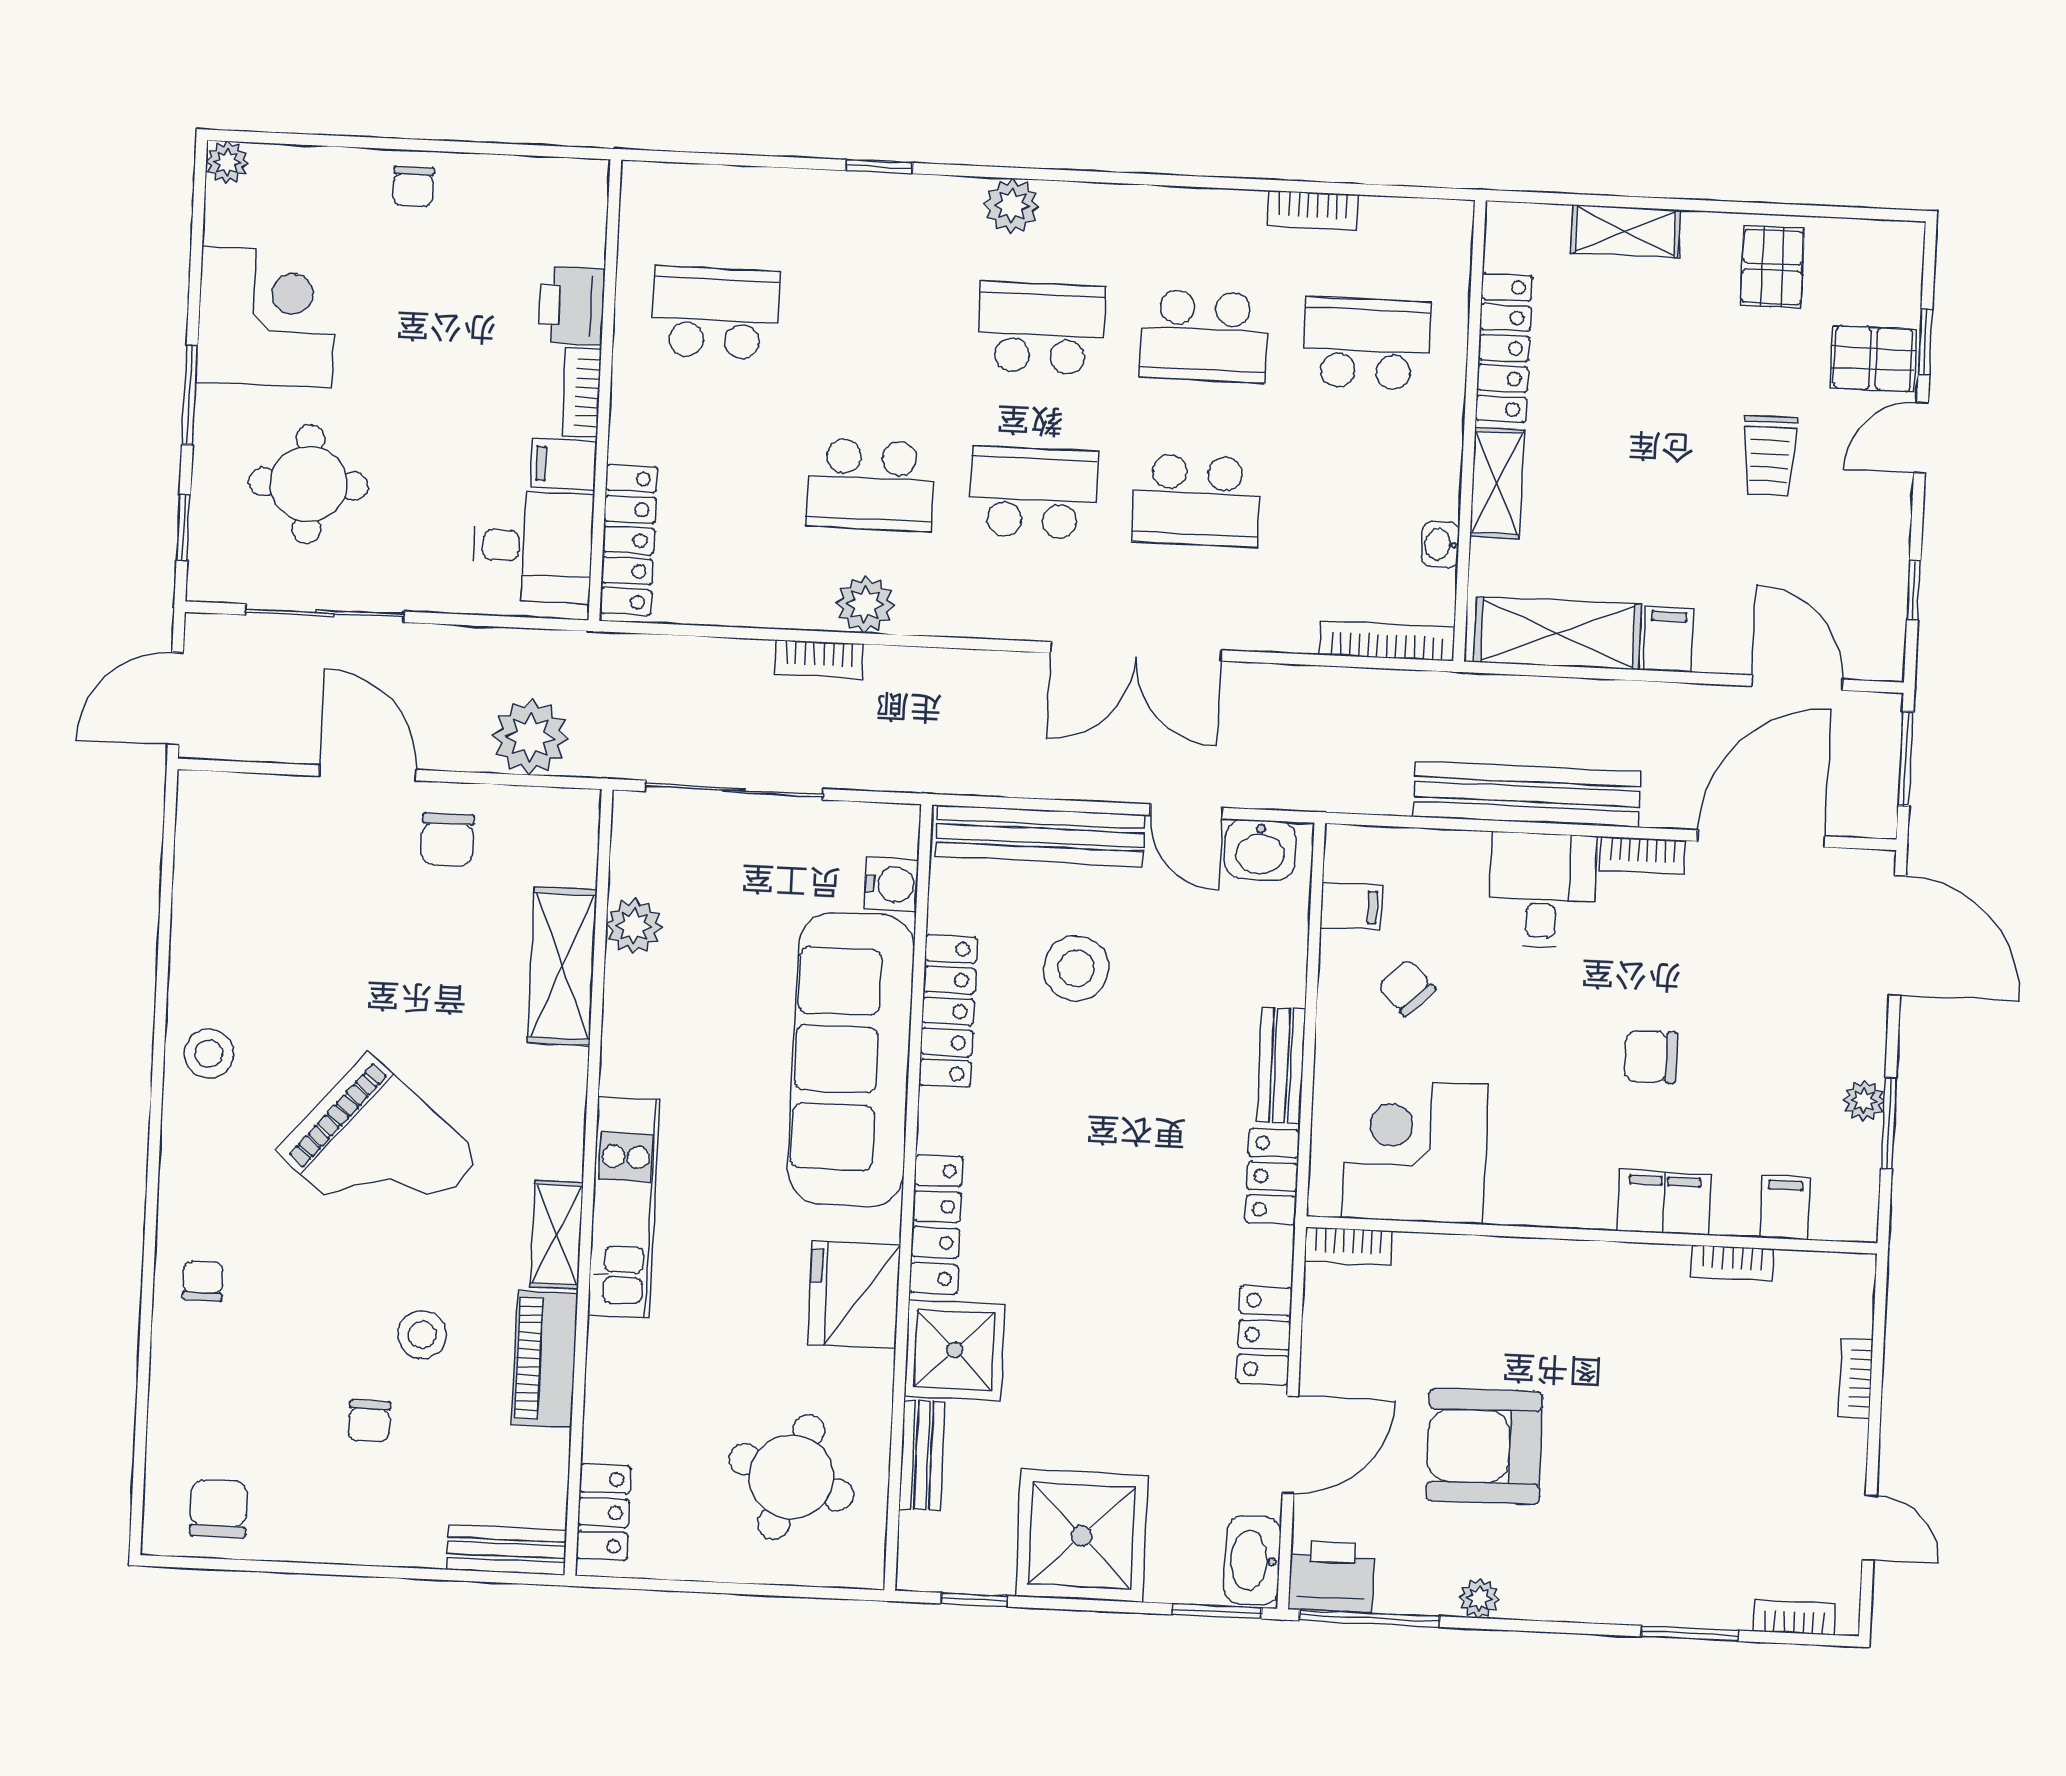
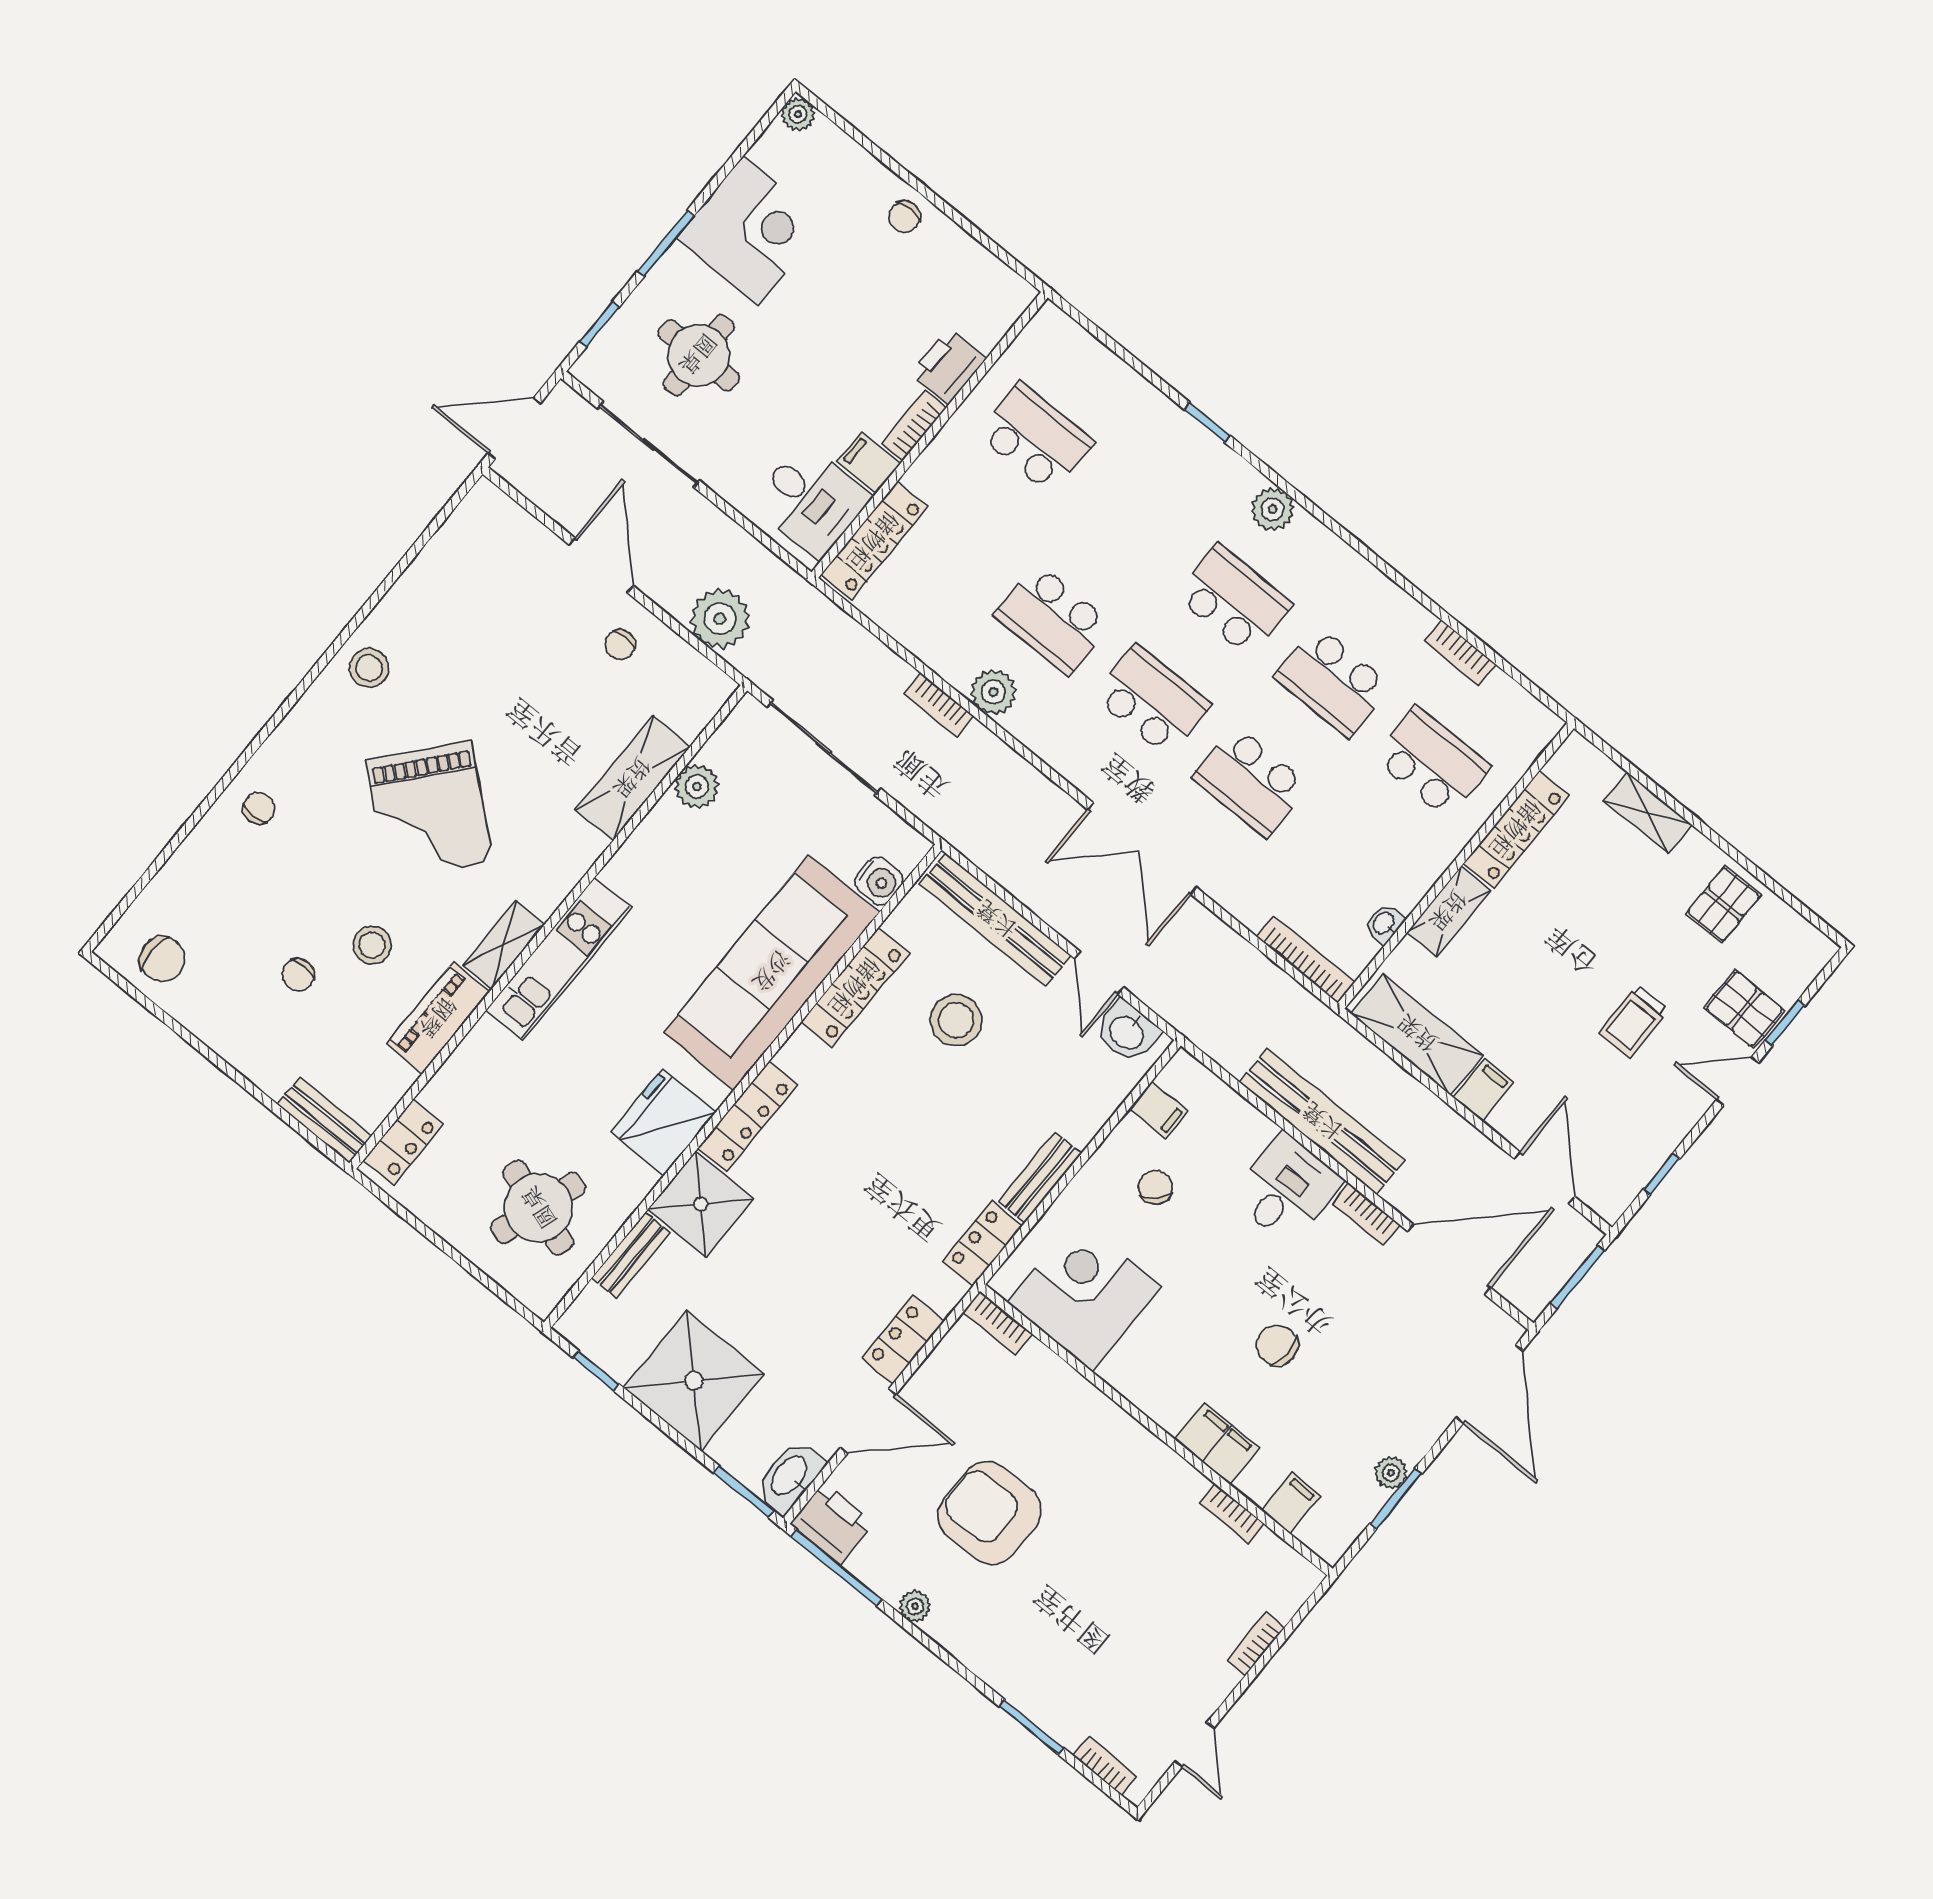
chair: (448, 839) -> (620, 645), width x0.73, depth x0.73
chair: (219, 1509) -> (162, 959), turned 90

